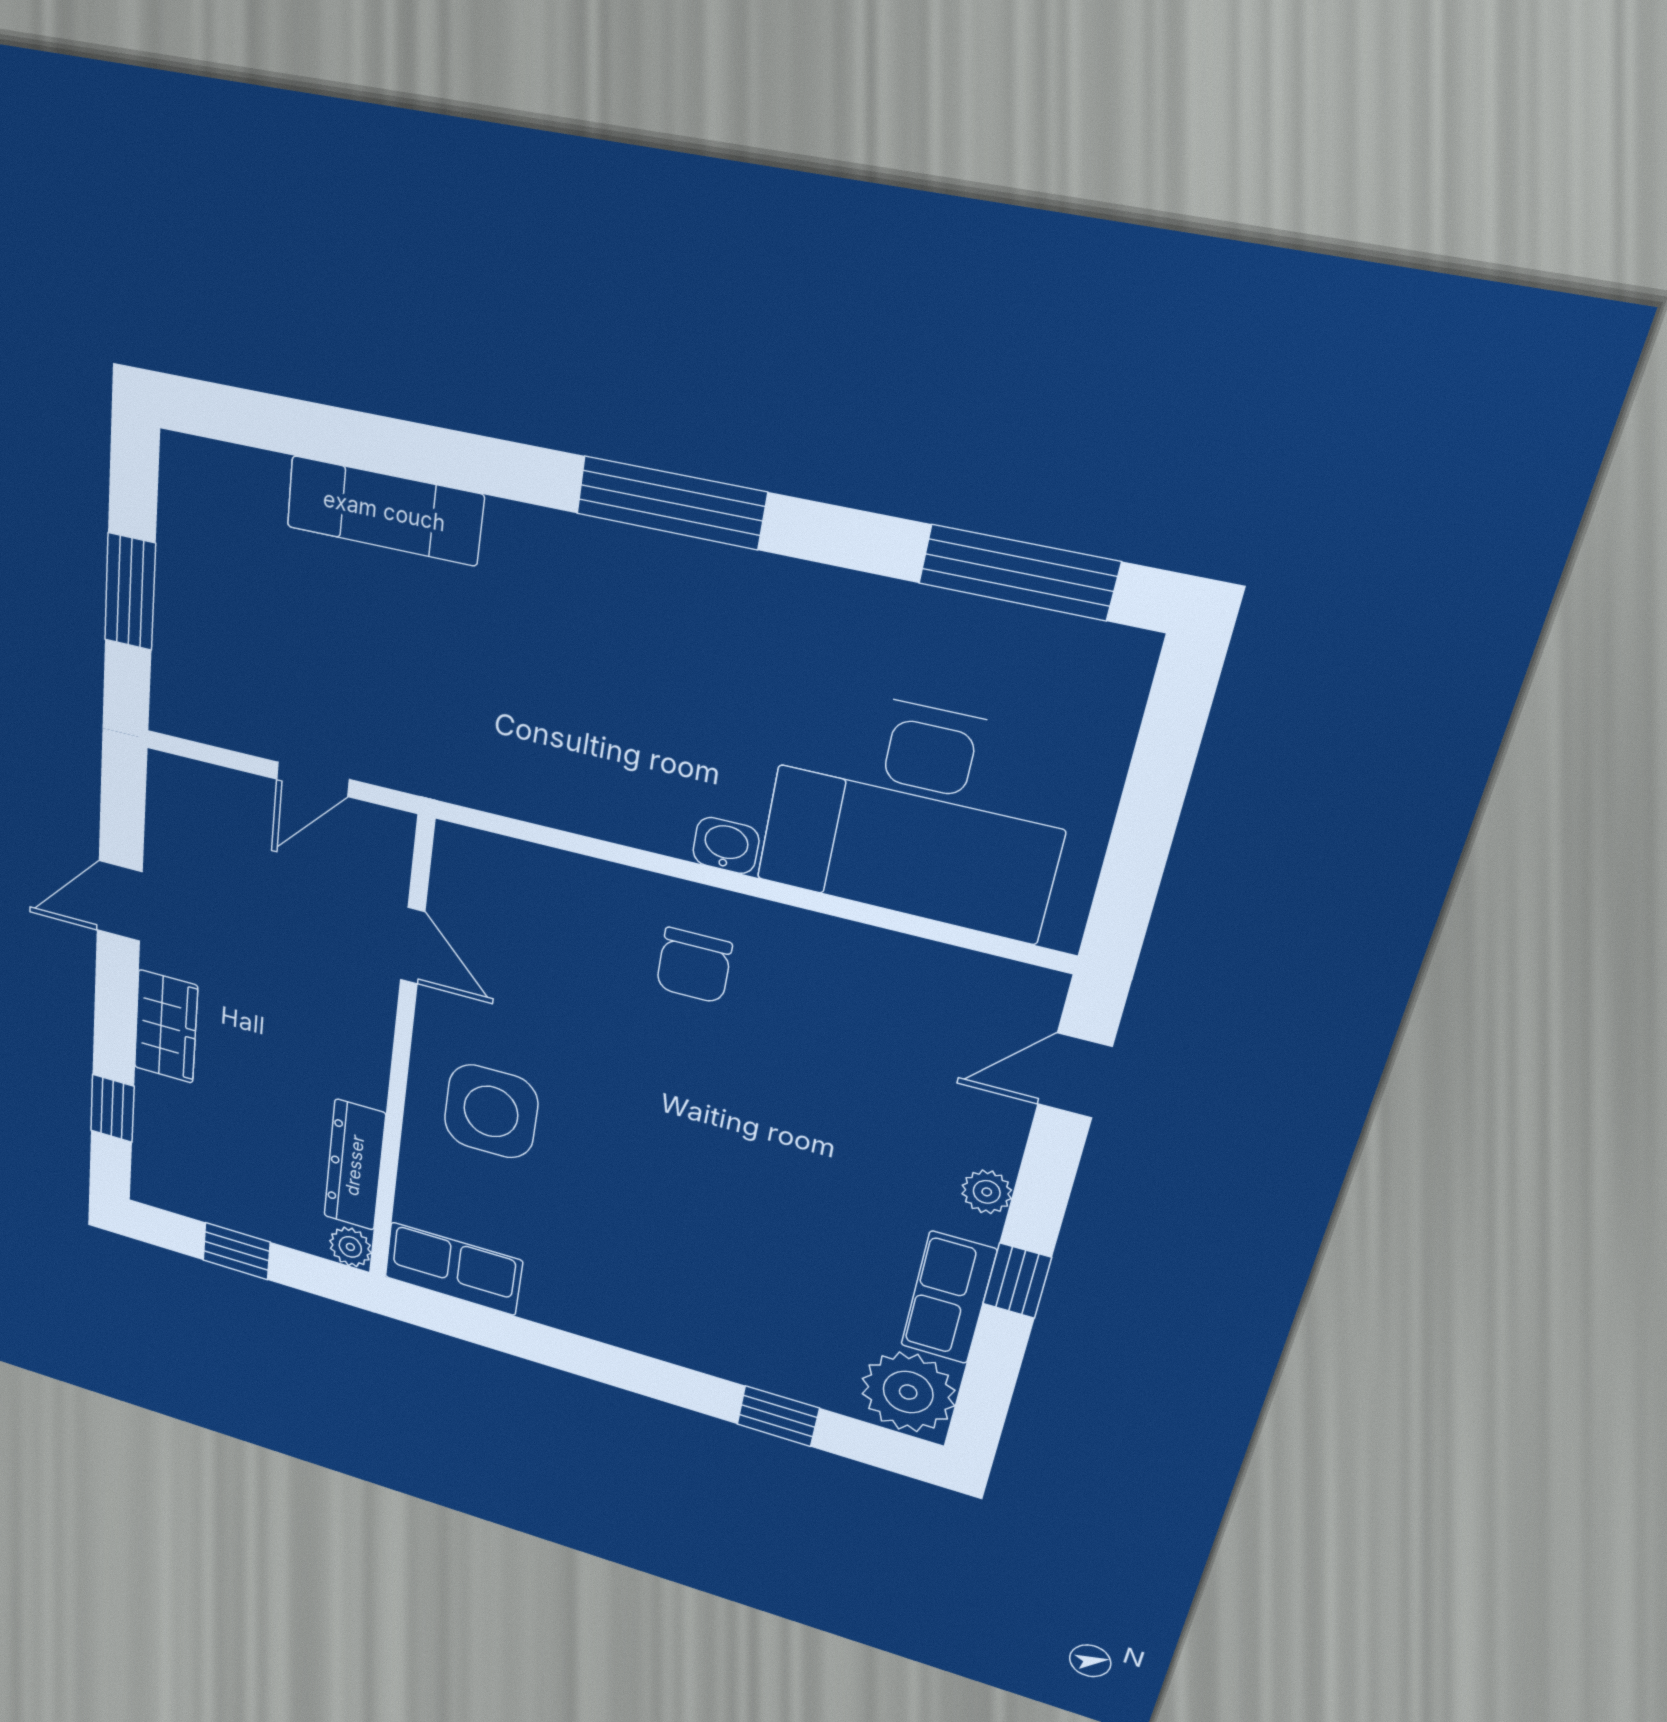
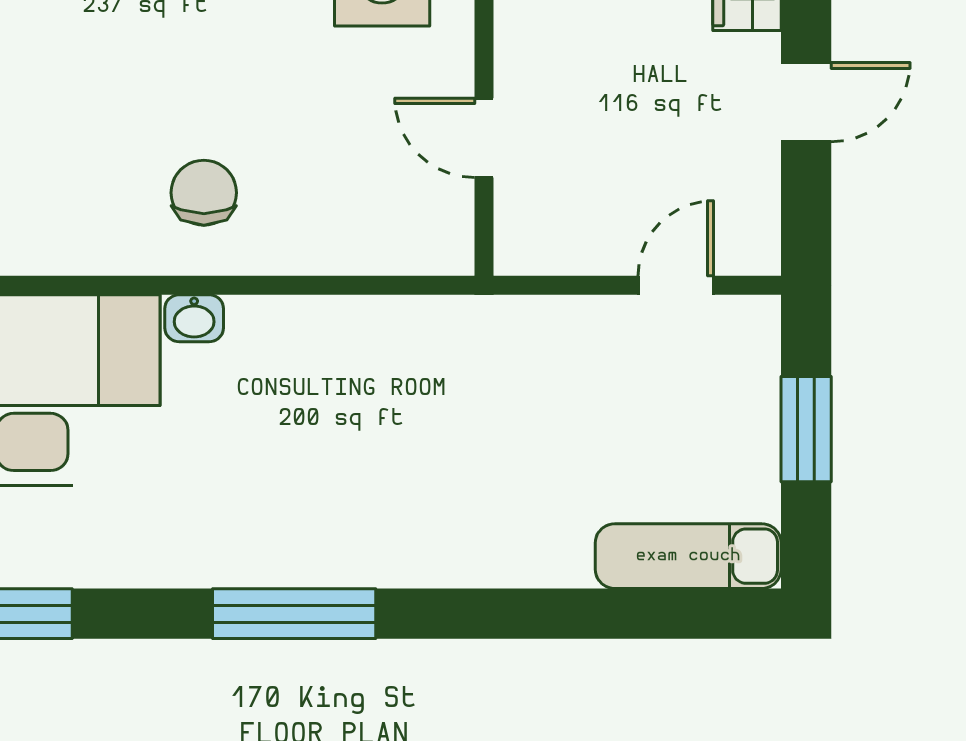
exam couch: (384, 511) -> (688, 556), moved
door: (313, 779) -> (676, 285), moved

